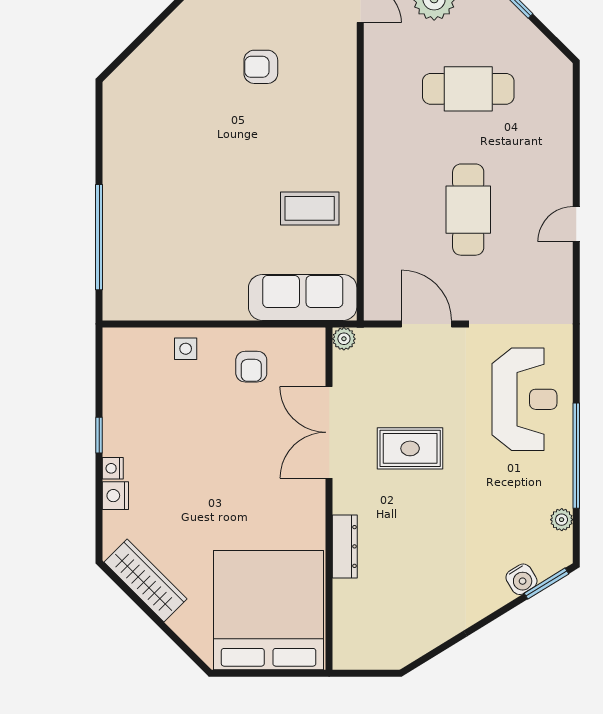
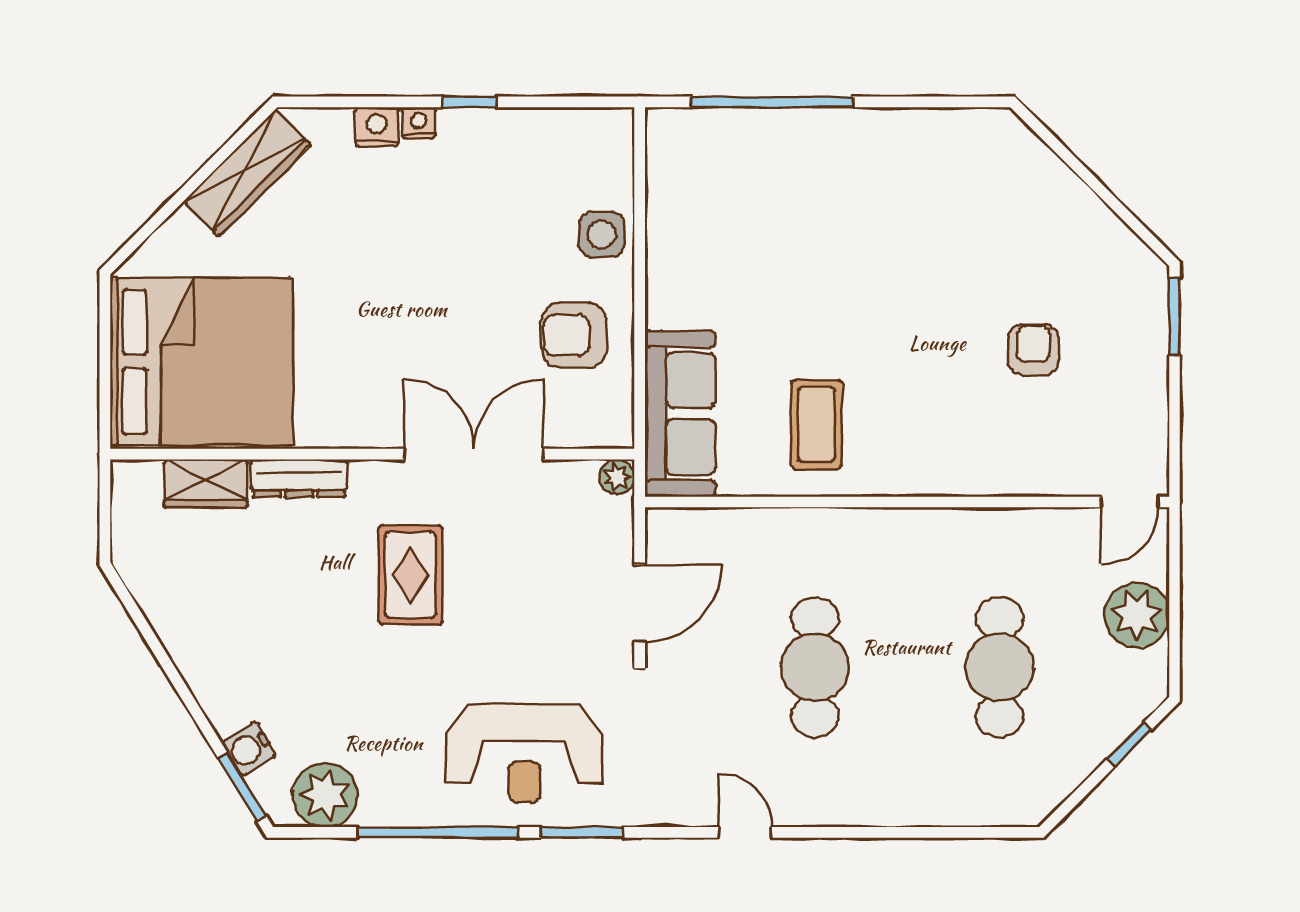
cafe table: (468, 210) -> (815, 667), turned 90
door: (576, 224) -> (745, 832), moved
side table: (186, 349) -> (602, 235), width x1.37, depth x1.37
window: (576, 362) -> (582, 832), added
armchair: (251, 367) -> (574, 335), width x1.38, depth x1.38
rug: (410, 448) -> (410, 575), moved
plant: (562, 520) -> (325, 795), width x1.87, depth x1.87
wardrobe: (348, 607) -> (206, 483), added

